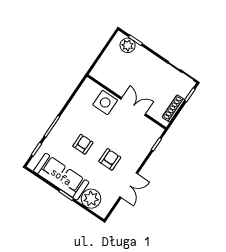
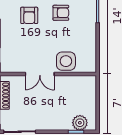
armchair: (83, 144) -> (61, 13), turned -90

